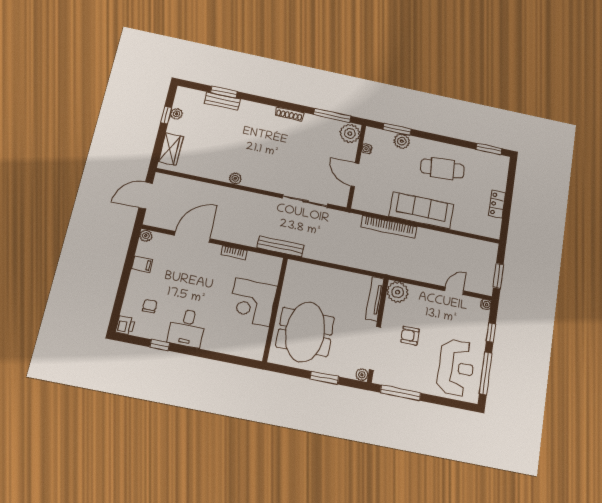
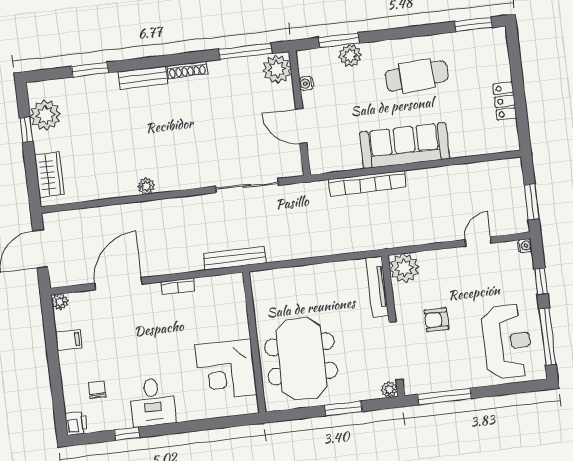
bench: (222, 101) -> (143, 78), moved
plant: (176, 114) -> (45, 115), width x1.87, depth x1.87
corner desk: (253, 302) -> (226, 370), moved

